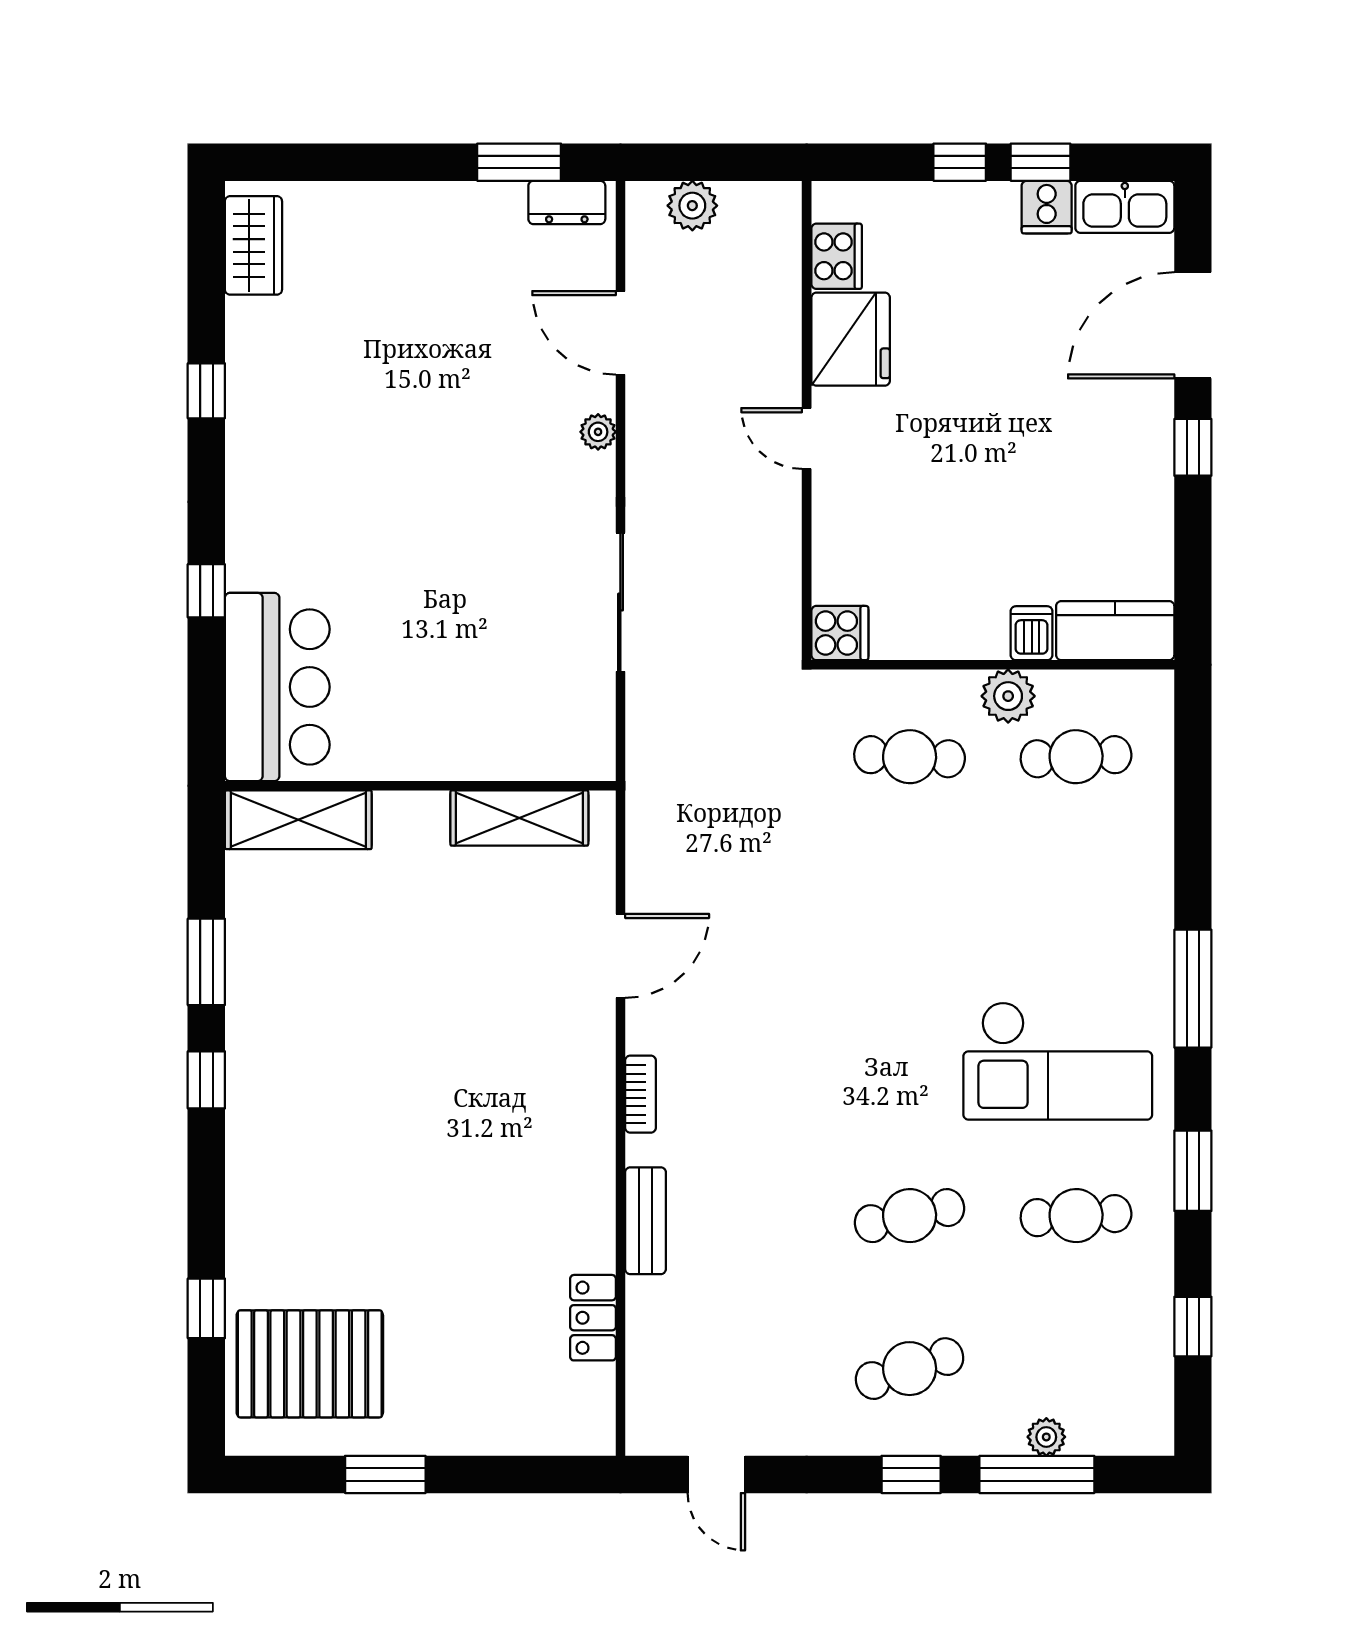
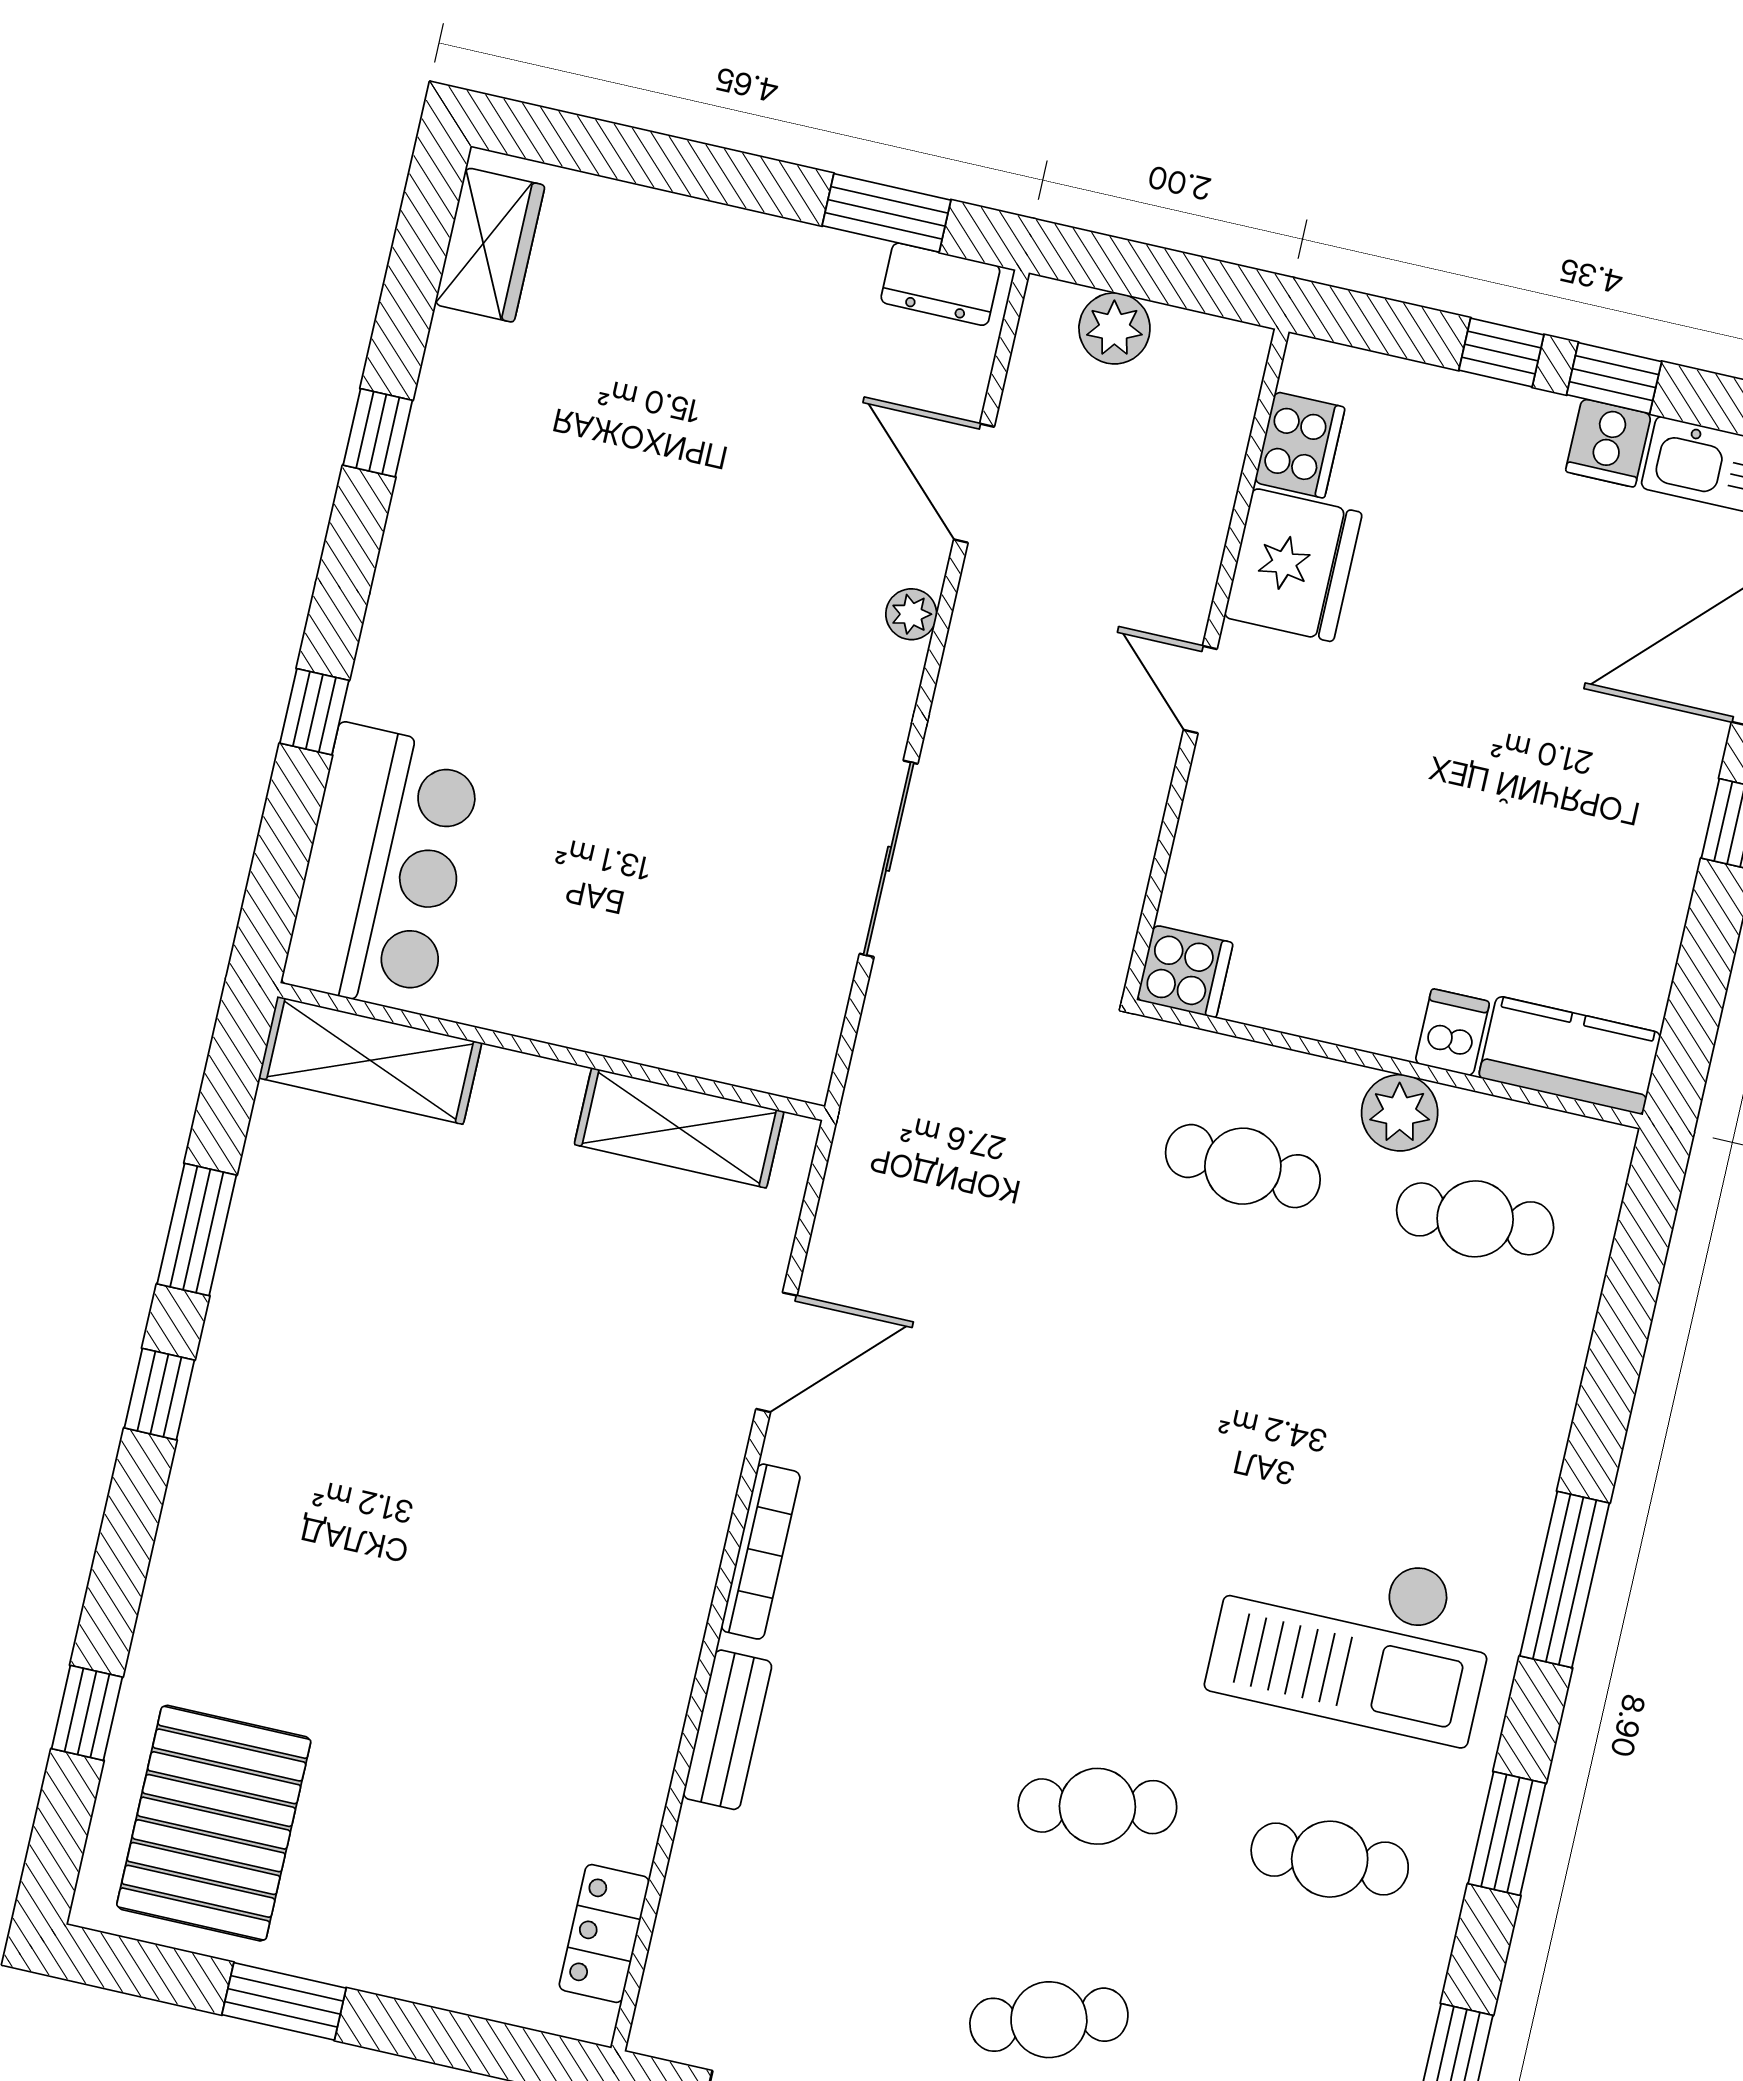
bookcase: (641, 1094) -> (761, 1552), width x1.56
locker: (593, 1318) -> (604, 1933), moved
pallet: (310, 1364) -> (214, 1823), turned 90

